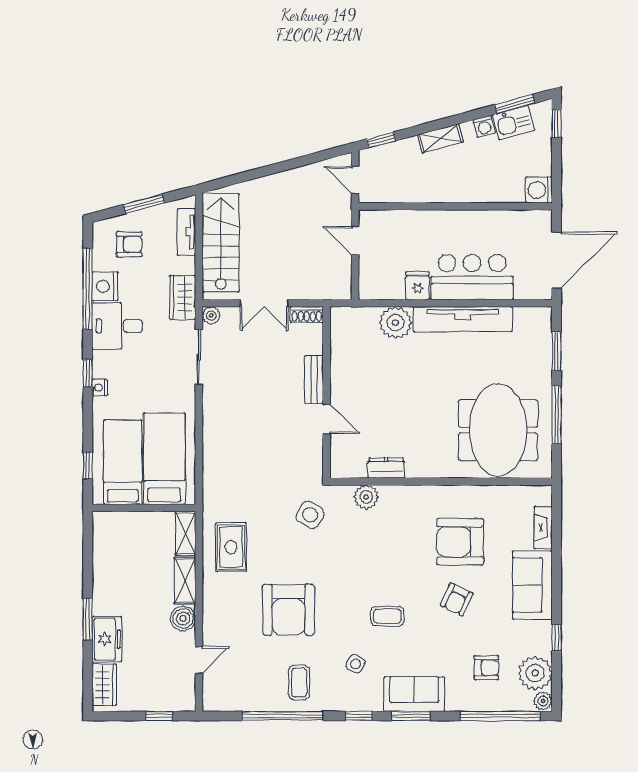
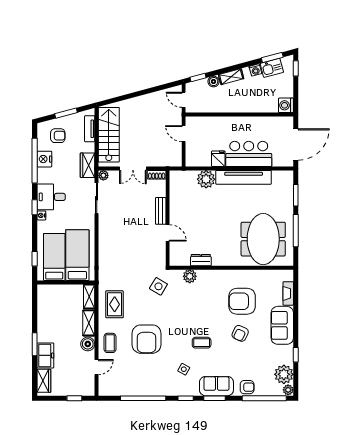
boiler: (409, 147) -> (214, 82), added
desk: (117, 326) -> (51, 197), moved
armchair: (486, 668) -> (247, 387), moved
coffee table: (299, 683) -> (110, 343), moved

